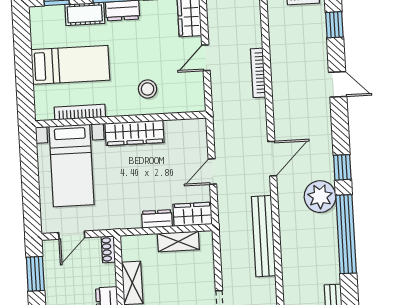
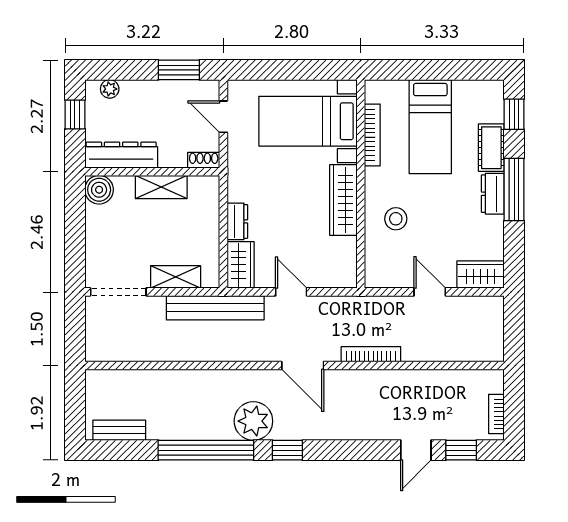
bookcase: (258, 73) -> (371, 354), moved
door: (338, 84) -> (416, 450), moved
bench: (263, 236) -> (215, 308), moved
shelving: (178, 241) -> (176, 277), moved, turned 90

